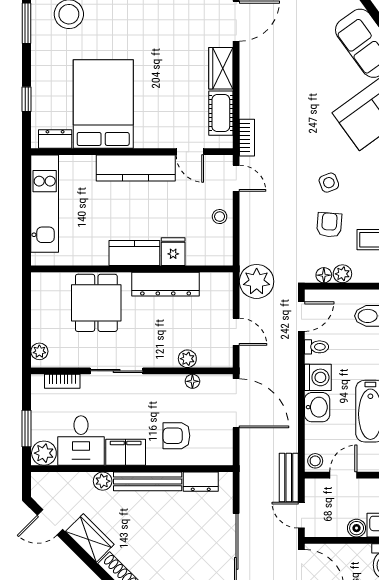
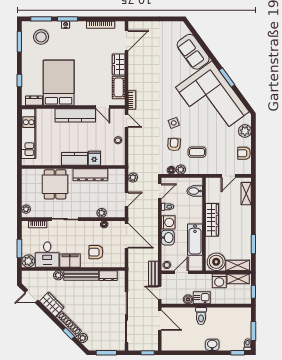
plant: (257, 281) -> (133, 178), width x0.53, depth x0.53
door: (236, 332) -> (126, 199), hinge flipped

